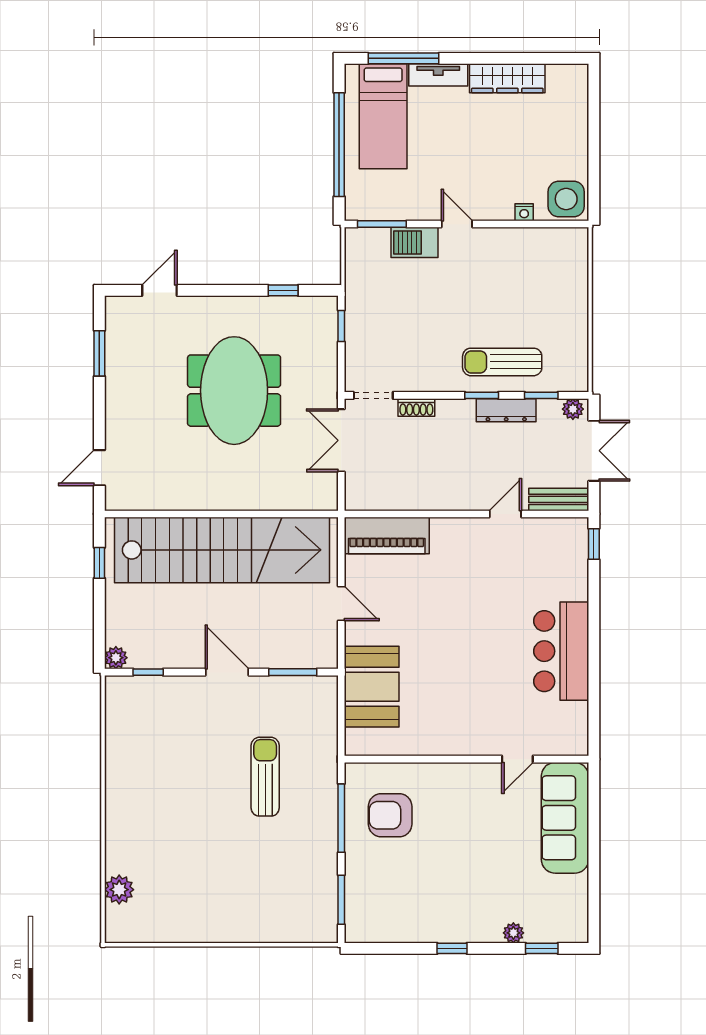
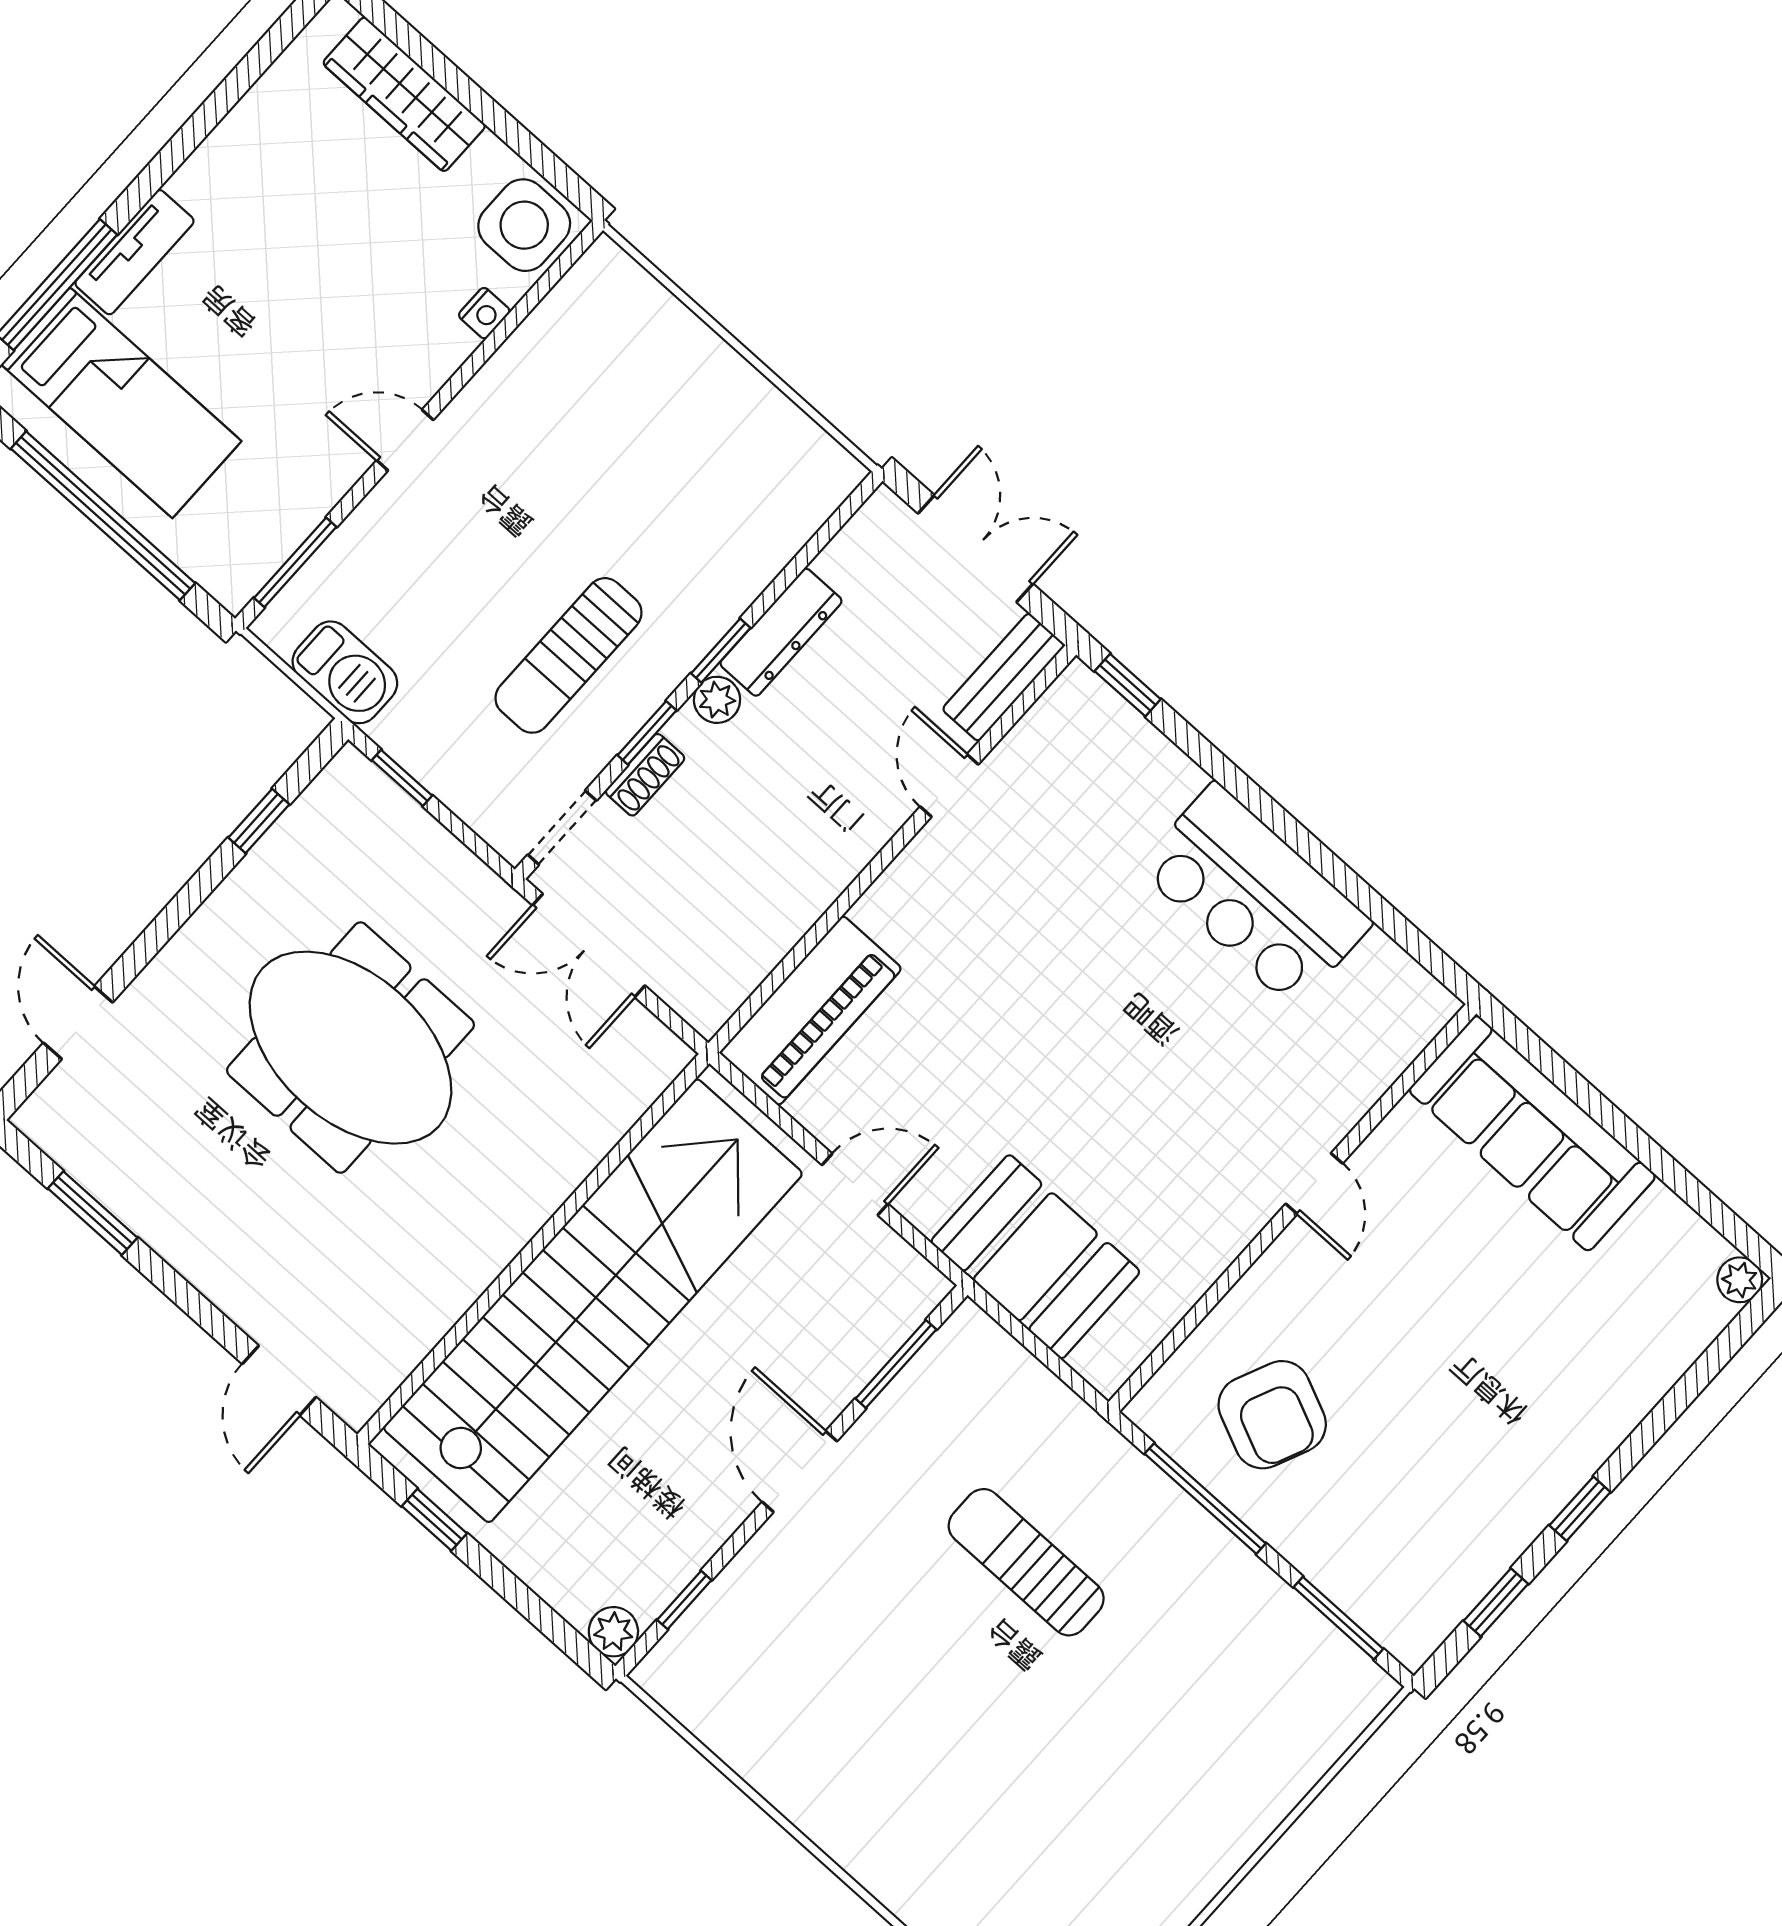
wardrobe: (507, 78) -> (404, 94), moved, turned 90
barbecue: (414, 242) -> (345, 672), moved, turned -90
sun lounger: (502, 362) -> (569, 655), moved
window: (541, 395) -> (647, 733), moved
plant: (573, 409) -> (717, 700), moved
door: (227, 672) -> (800, 1471), hinge flipped
door: (517, 759) -> (1314, 1184), moved
armchair: (390, 815) -> (1272, 1415), turned -66
plant: (513, 933) -> (1740, 1280), moved
window: (542, 948) -> (1496, 1602), moved

